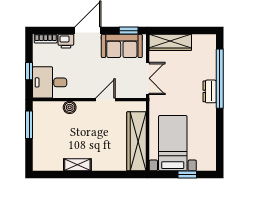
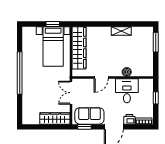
window: (220, 79) -> (20, 73), moved
desk: (50, 82) -> (127, 91), moved, turned -90
dresser: (210, 91) -> (27, 83), removed
window: (29, 125) -> (156, 42), moved
window: (187, 175) -> (53, 24), moved

